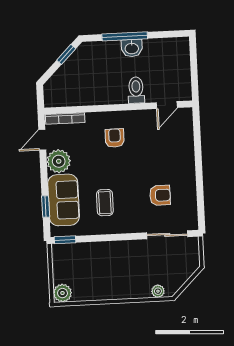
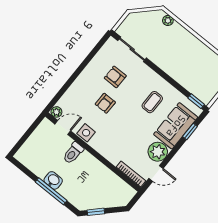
plant: (185, 114) -> (56, 112), added
side table: (141, 119) -> (86, 133), added
armchair: (115, 138) -> (105, 103), moved

